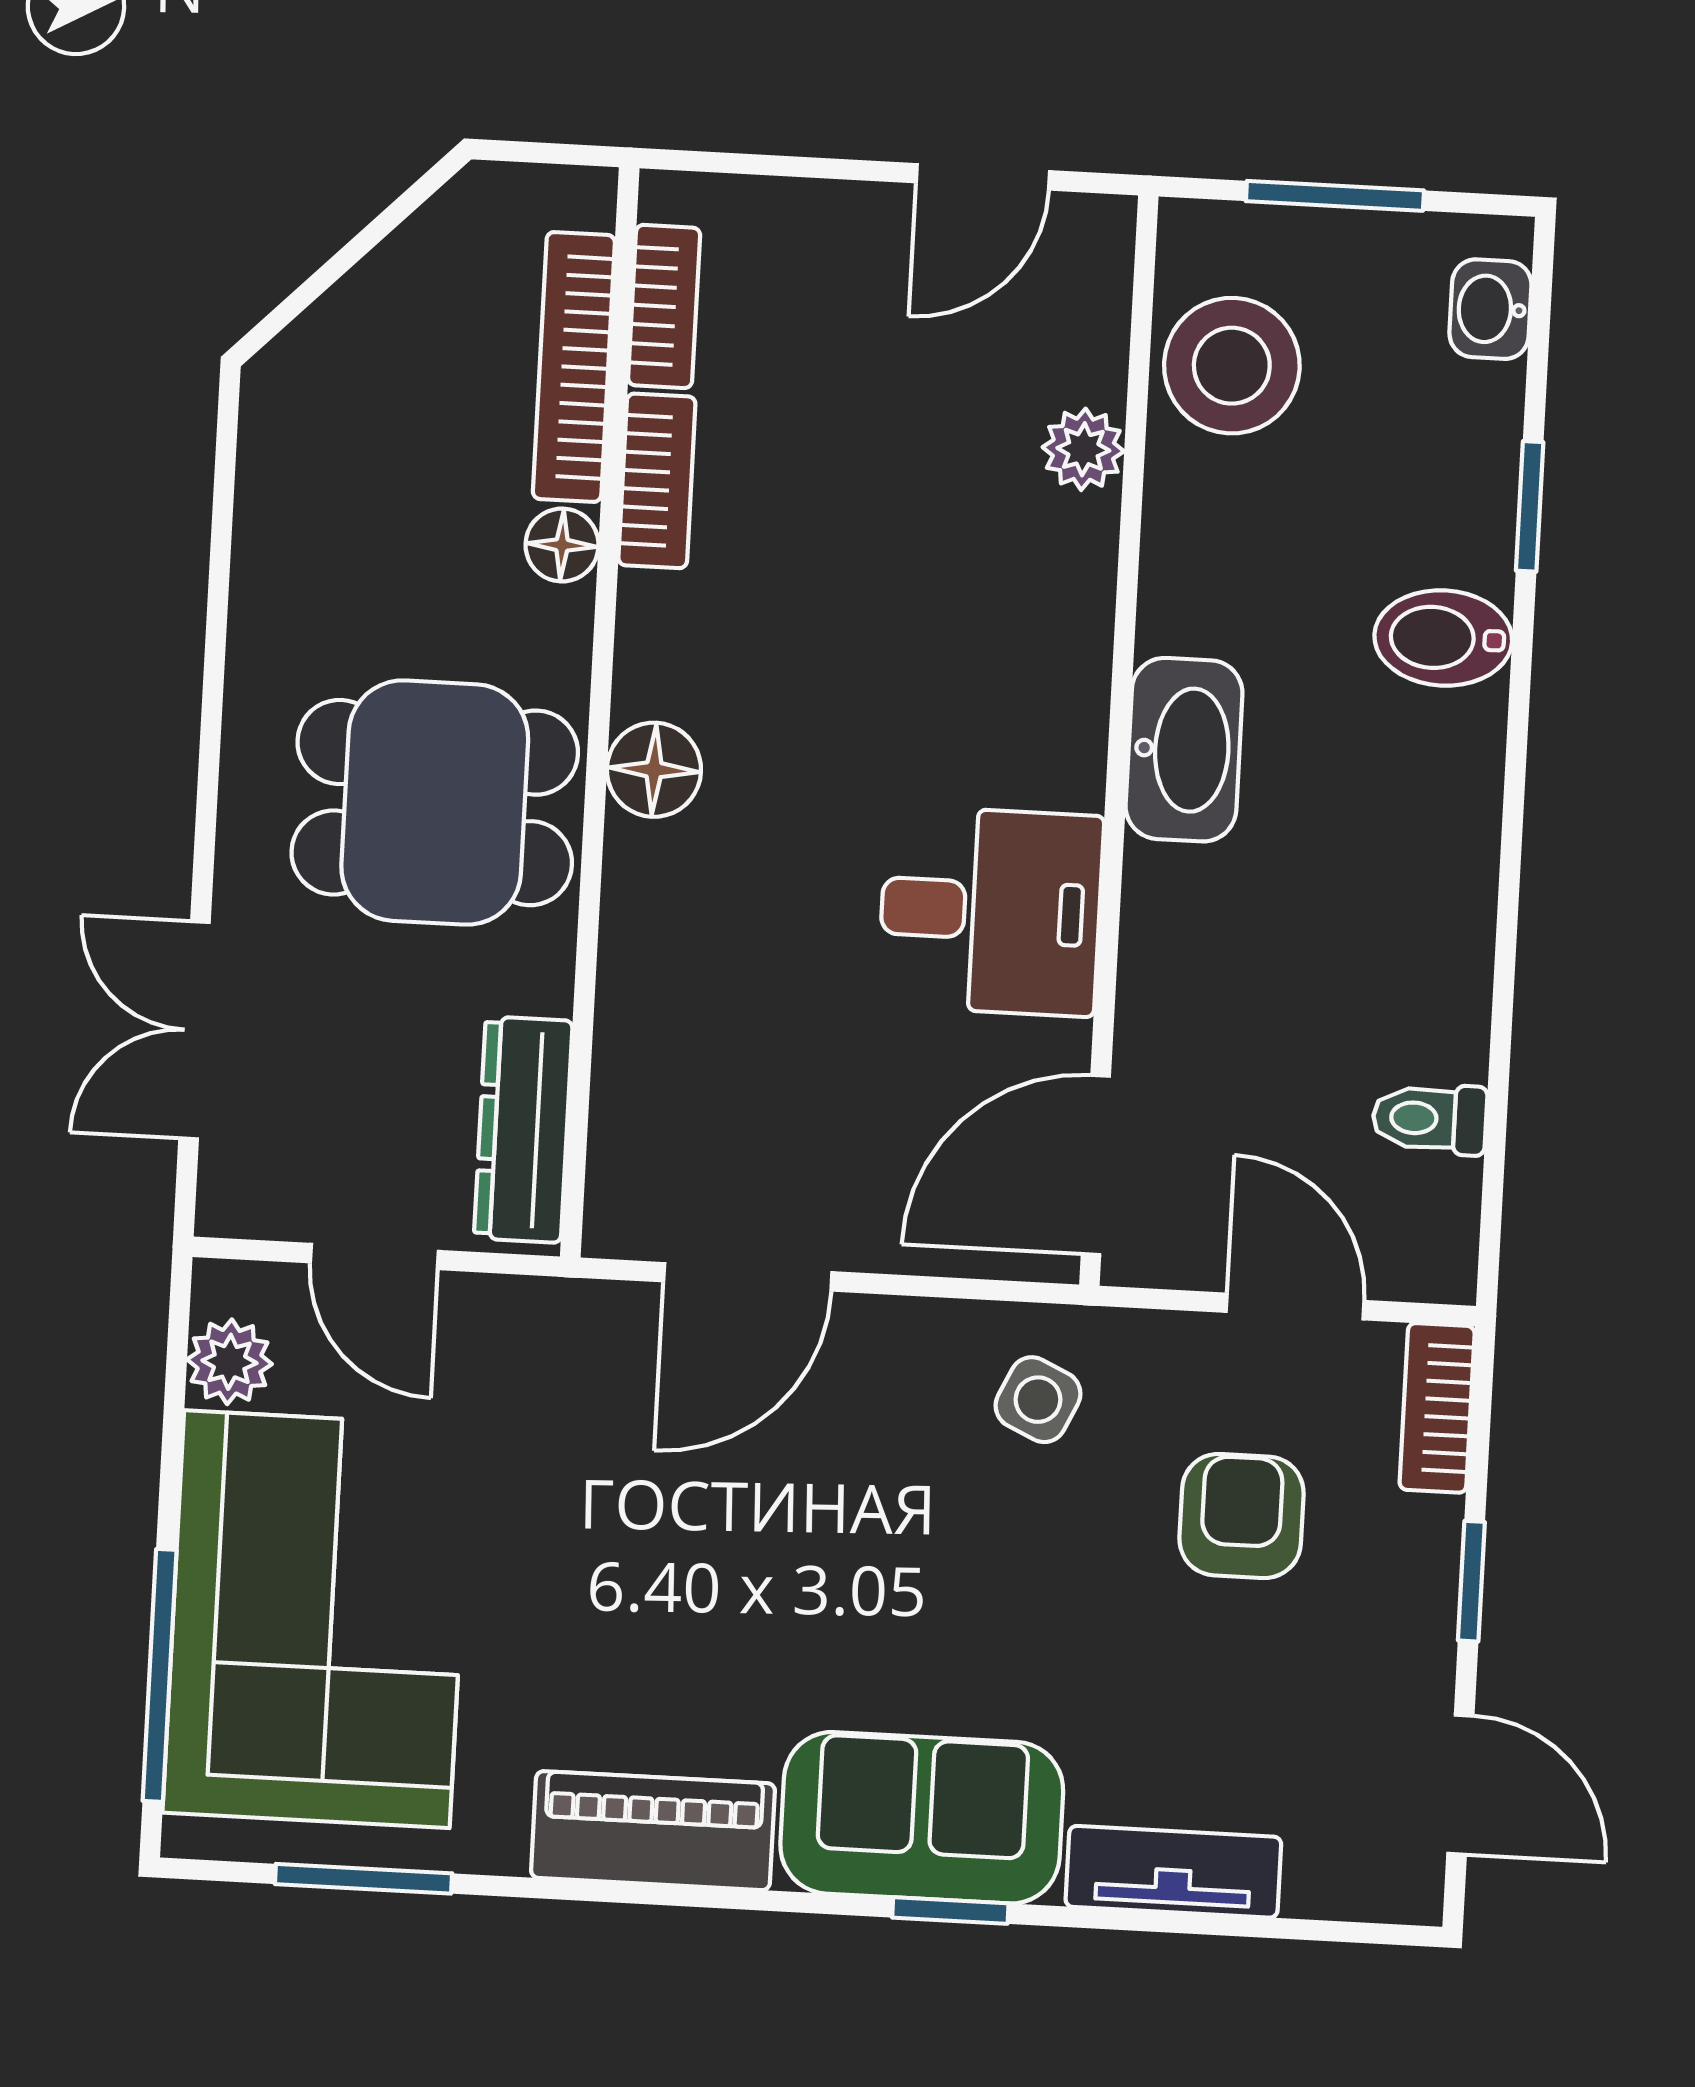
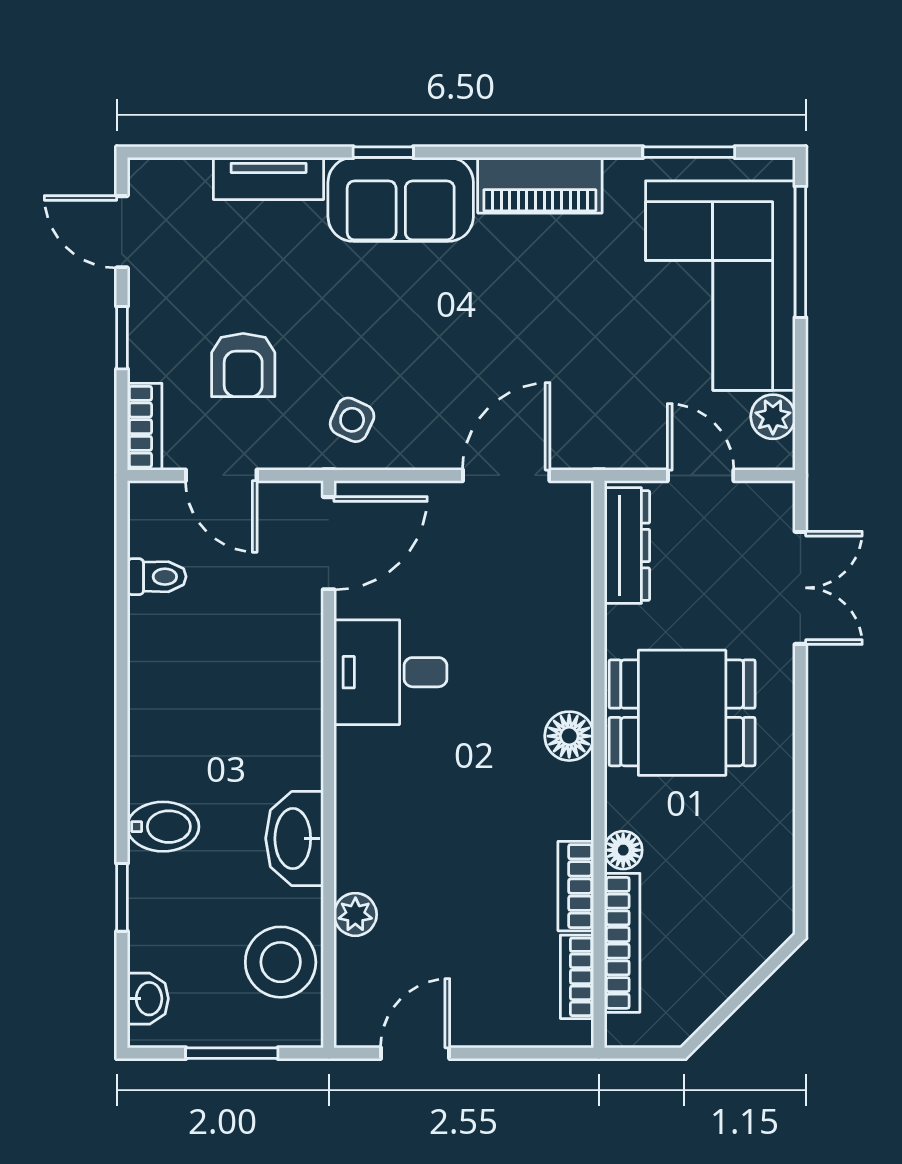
washbasin: (1184, 750) -> (295, 839), moved

